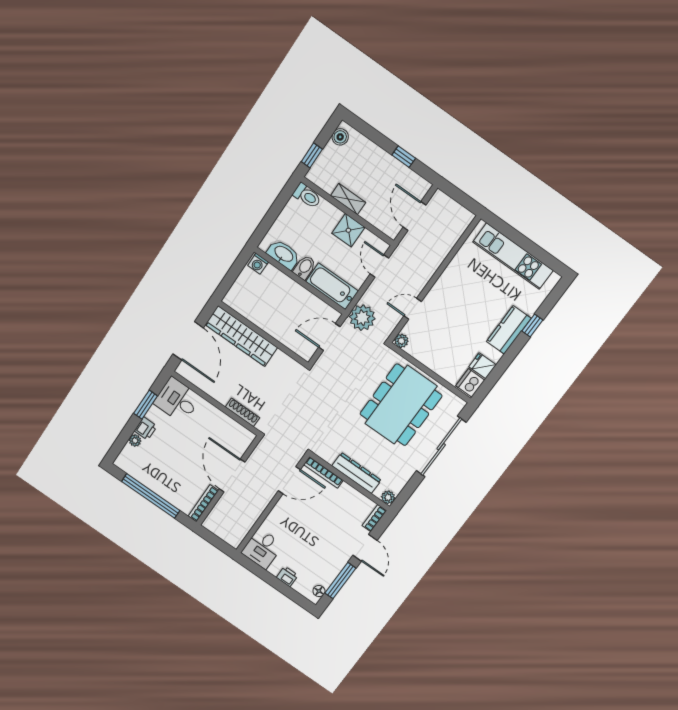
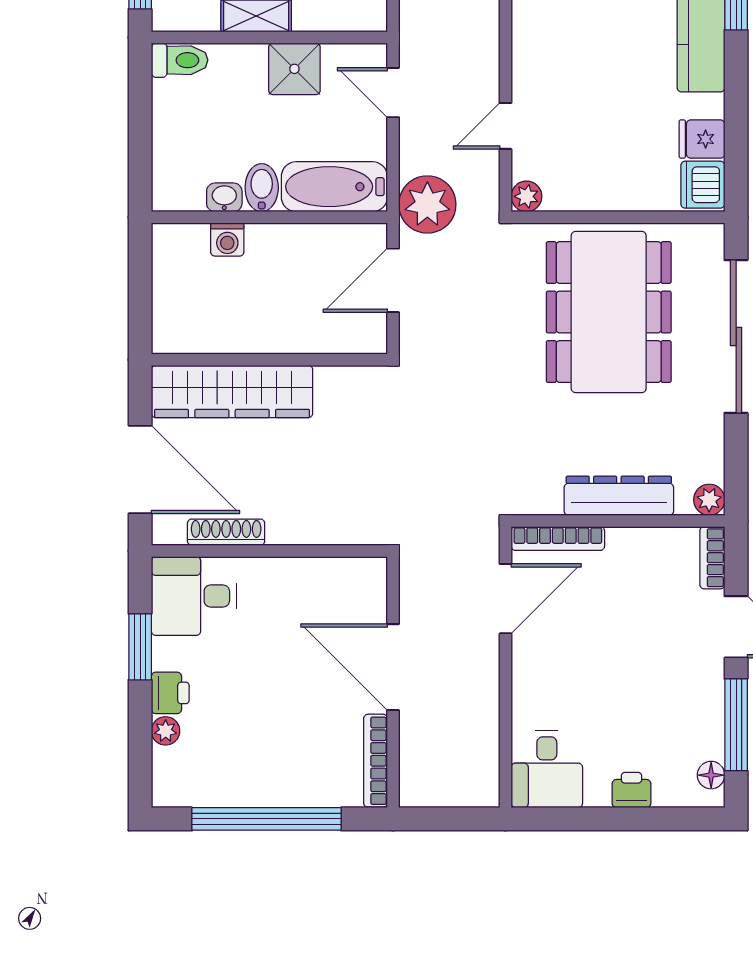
washbasin: (284, 254) -> (224, 197), width x0.52, depth x0.69
washing machine: (258, 264) -> (227, 240), moved
shoe rack: (242, 412) -> (226, 532), moved

